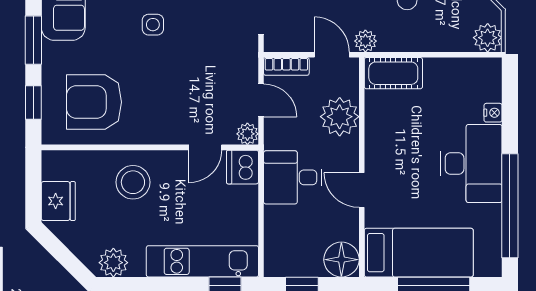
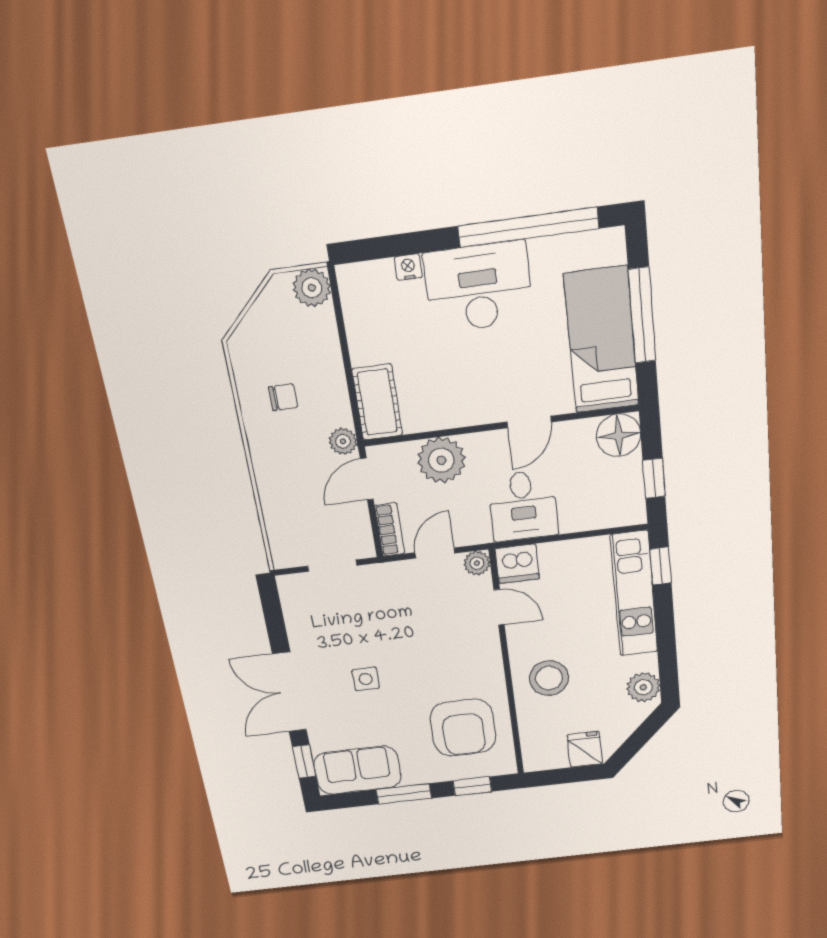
fridge: (58, 201) -> (585, 749), width x0.72

